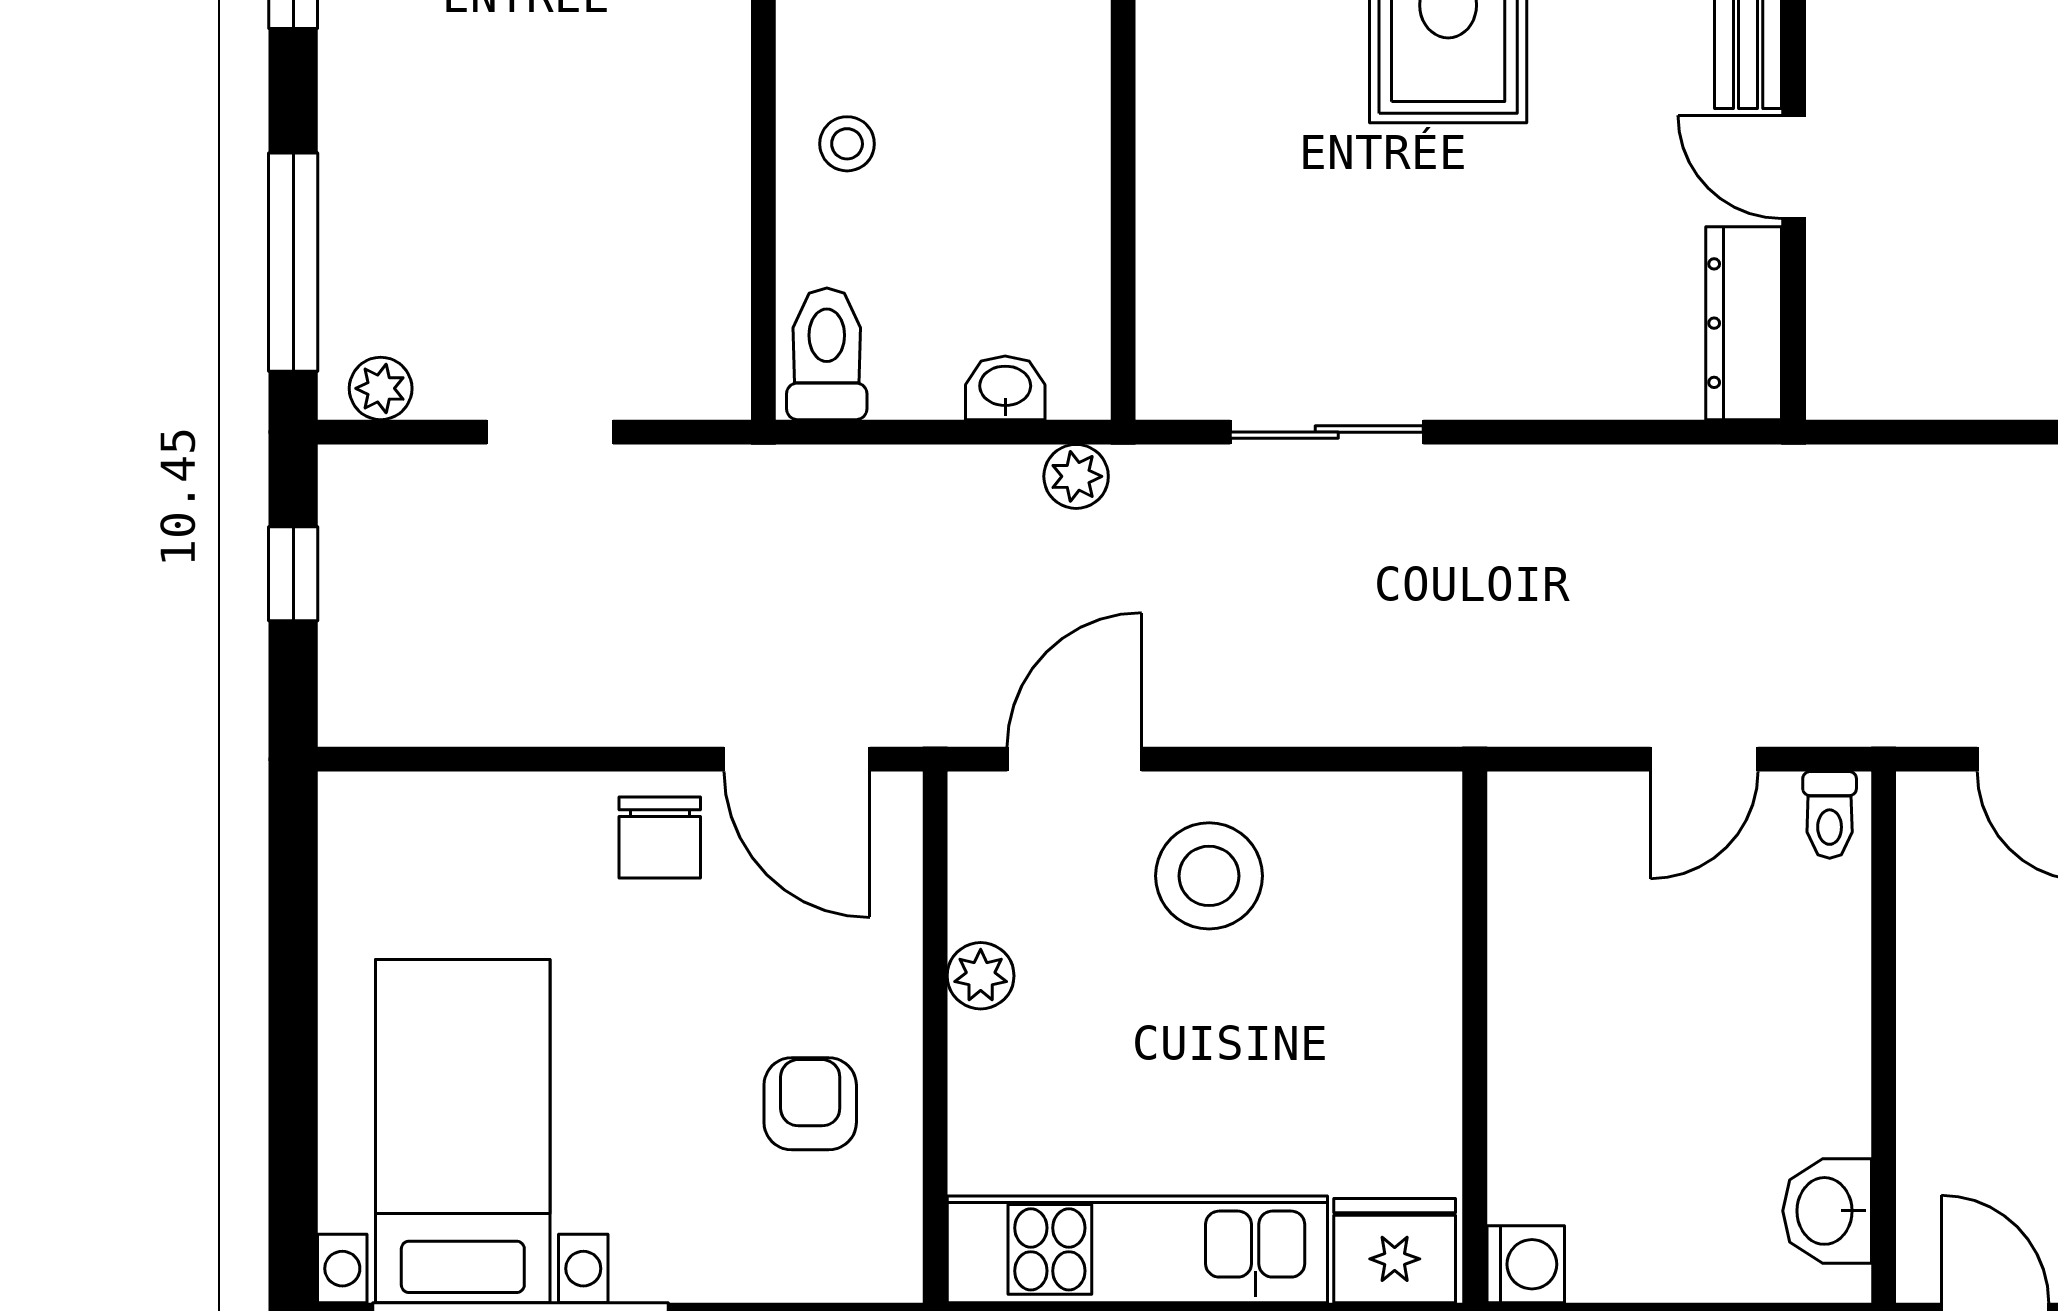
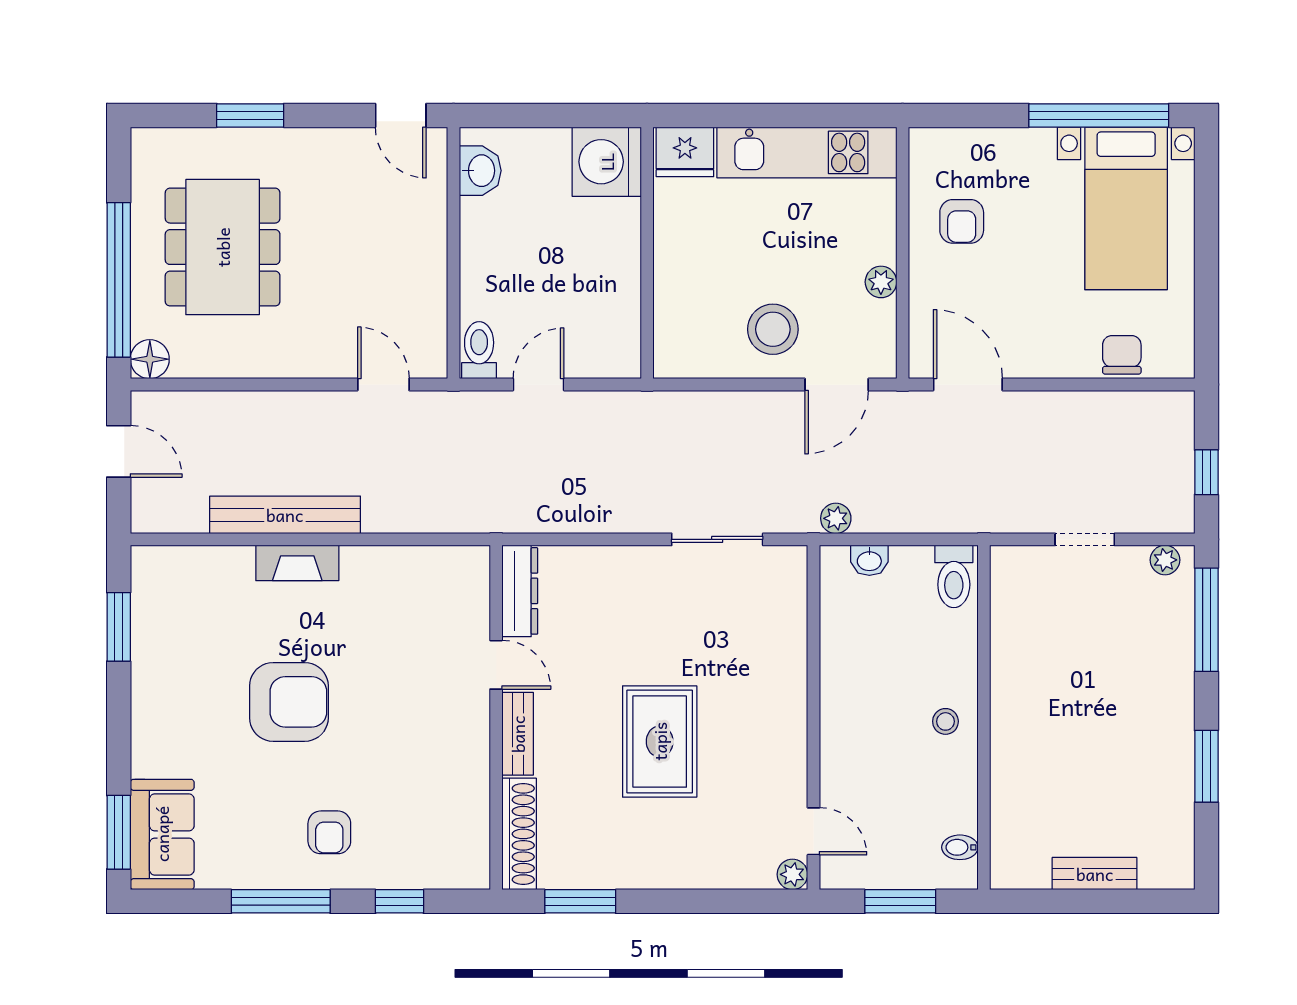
stool: (847, 144) -> (945, 721), moved
toilet: (1830, 815) -> (479, 350), width x1.37, depth x1.39
chair: (660, 837) -> (1122, 355), moved
washing machine: (1526, 1264) -> (607, 162), width x1.89, depth x1.89

